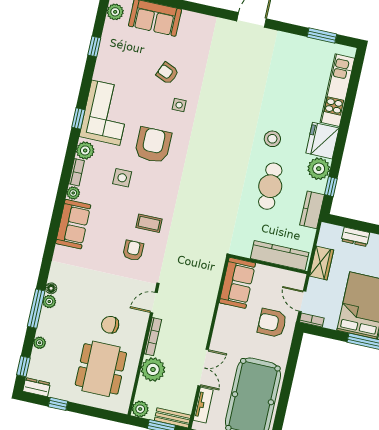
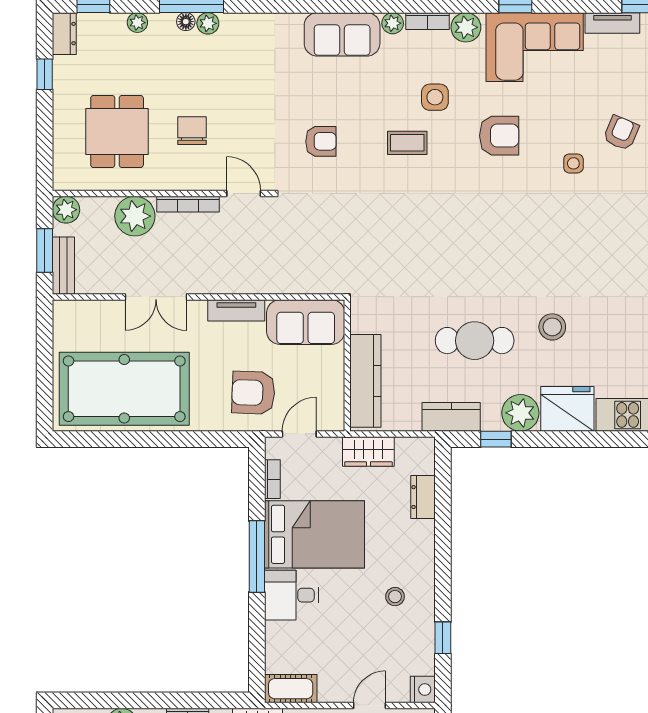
tv unit: (102, 64) -> (612, 23), added
armchair: (153, 145) -> (499, 136), width x0.73, depth x0.73
coffee table: (149, 223) -> (407, 143), moved, turned 90
floor lamp: (51, 288) -> (186, 22), moved
bookcase: (312, 320) -> (272, 479), moved
armchair: (272, 323) -> (253, 393), turned -88
dining table: (101, 369) -> (117, 131), width x0.73
tv unit: (203, 405) -> (236, 310), moved

